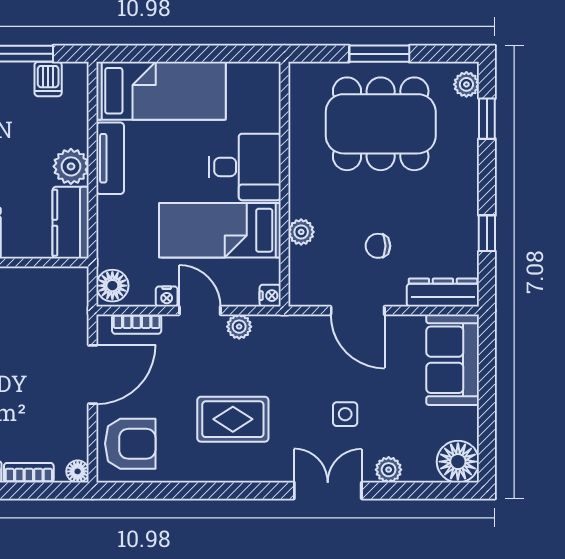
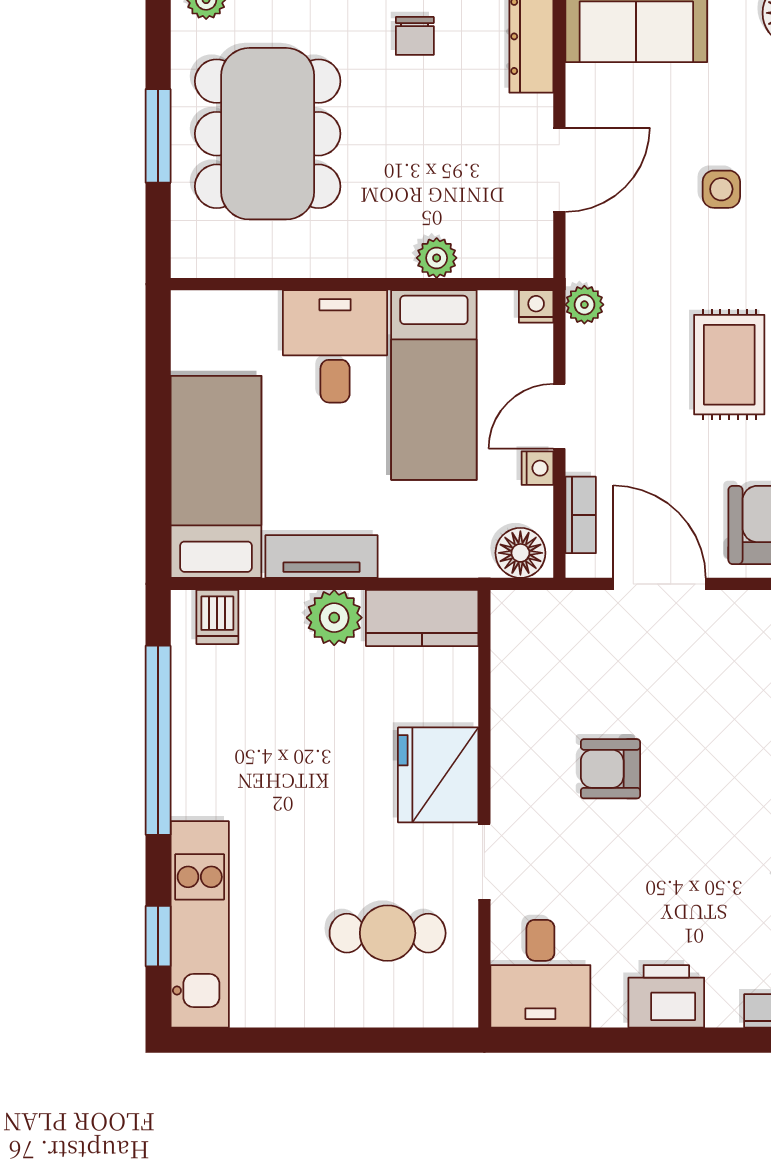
dishwasher: (48, 79) -> (217, 617), moved, turned 90
chair: (378, 246) -> (415, 36), moved
plant: (239, 327) -> (584, 305), moved

